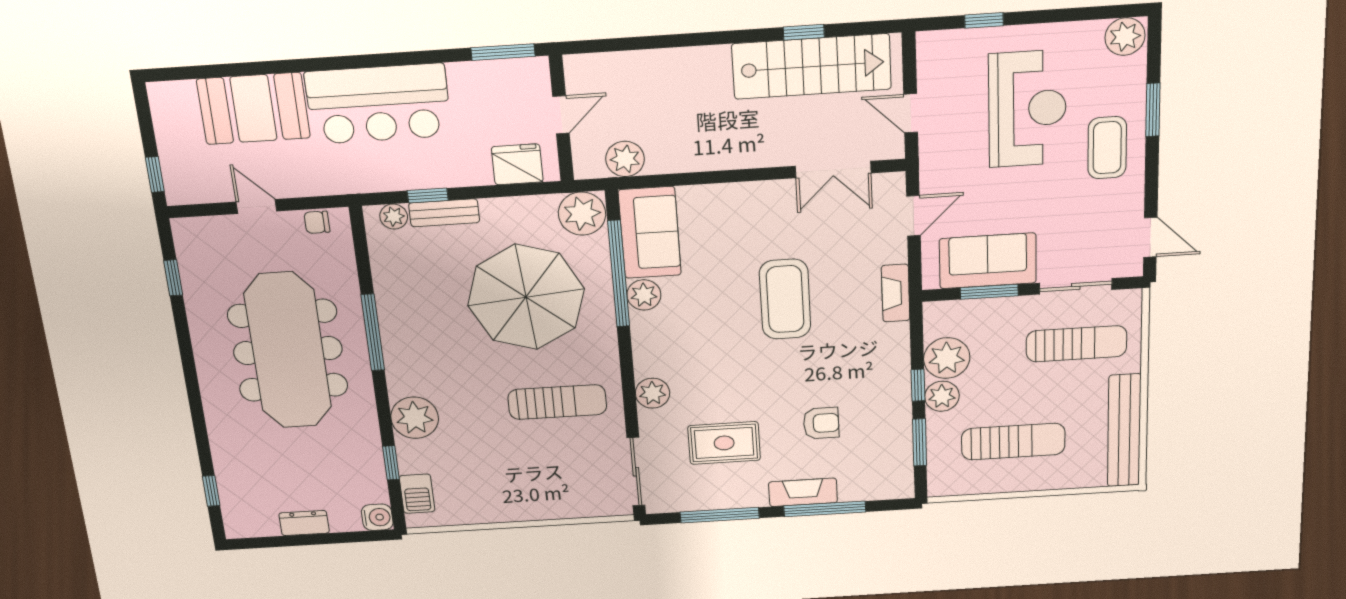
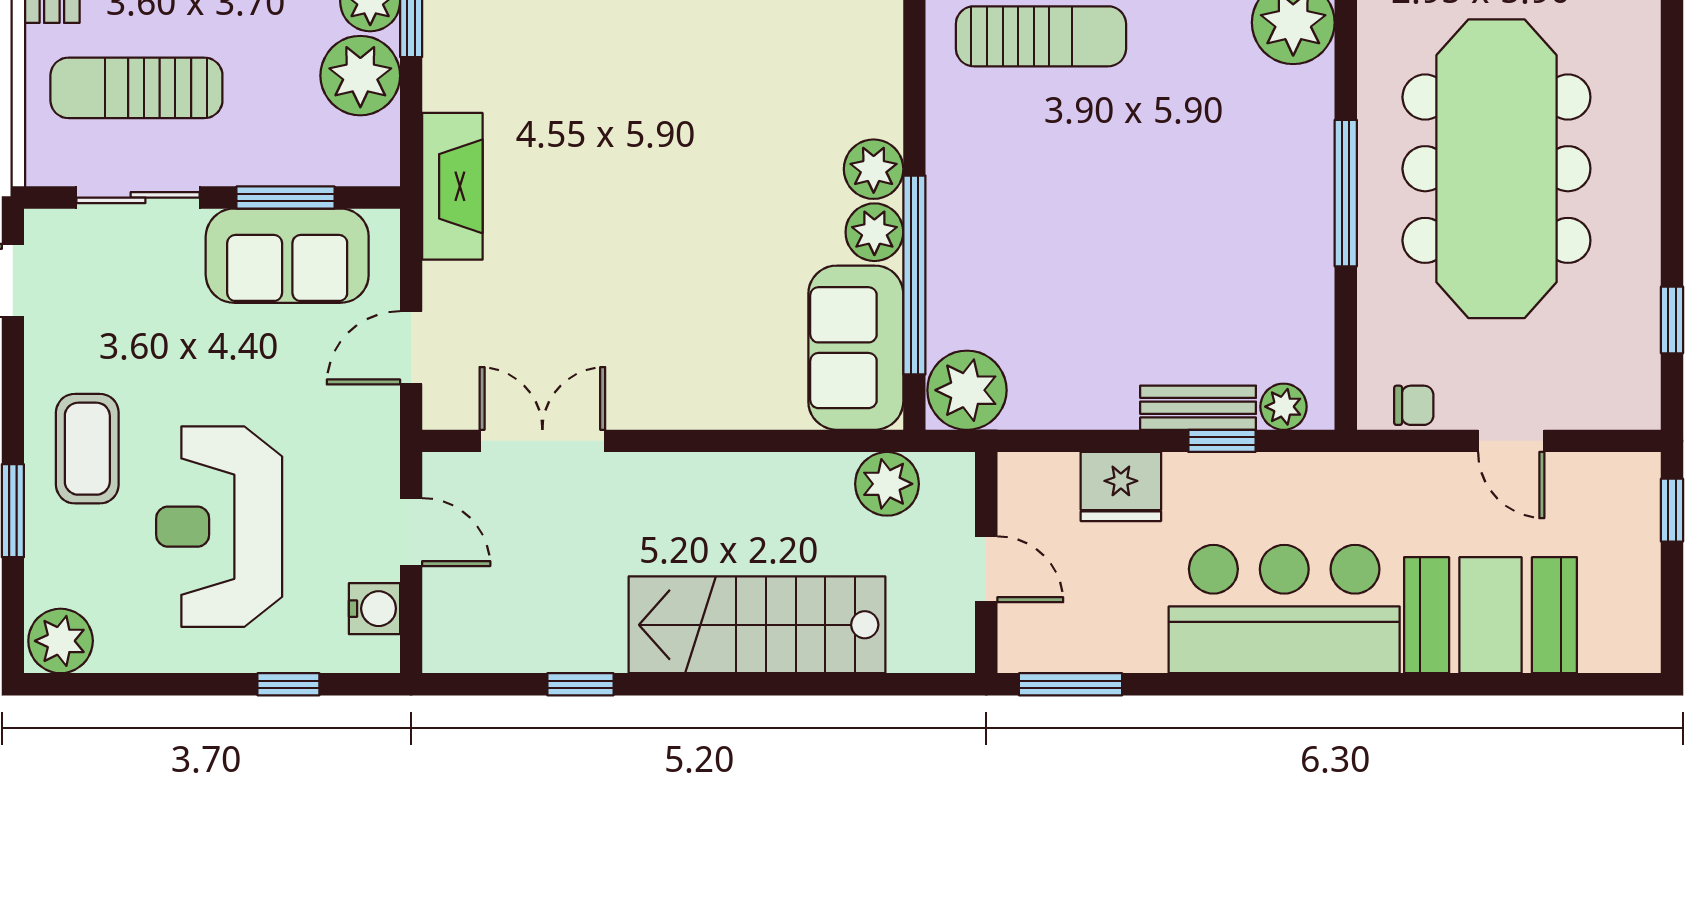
stairs: (812, 66) -> (757, 625), moved
water cooler: (932, 68) -> (374, 609), added
door: (561, 115) -> (986, 569), swing flipped
fridge: (517, 164) -> (1121, 487), moved
fireplace: (896, 293) -> (452, 186), width x1.37, depth x1.32
parasol: (526, 297) -> (1076, 242), removed
coffee table: (785, 299) -> (634, 208), removed
plant: (653, 393) -> (874, 169), moved
sun lounger: (557, 402) -> (1041, 36), turned 180

